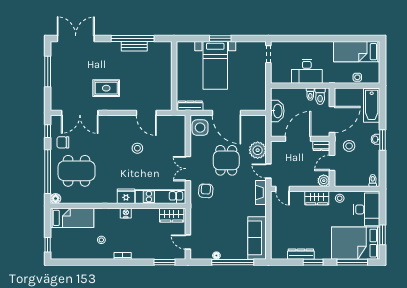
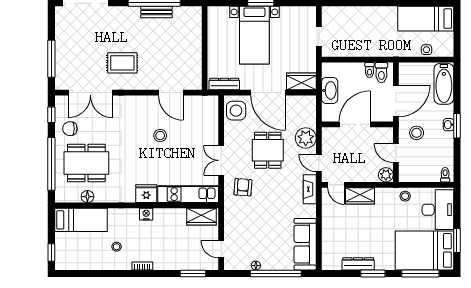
doorway: (268, 54) -> (319, 36), moved
desk: (307, 71) -> (365, 42), removed
window: (48, 72) -> (51, 59), moved
wardrobe: (254, 103) -> (301, 81), added
dresser: (321, 146) -> (383, 133), removed
door: (332, 163) -> (396, 153), hinge flipped
wardrobe: (317, 198) -> (360, 196), moved
floor lamp: (56, 199) -> (87, 197), moved

